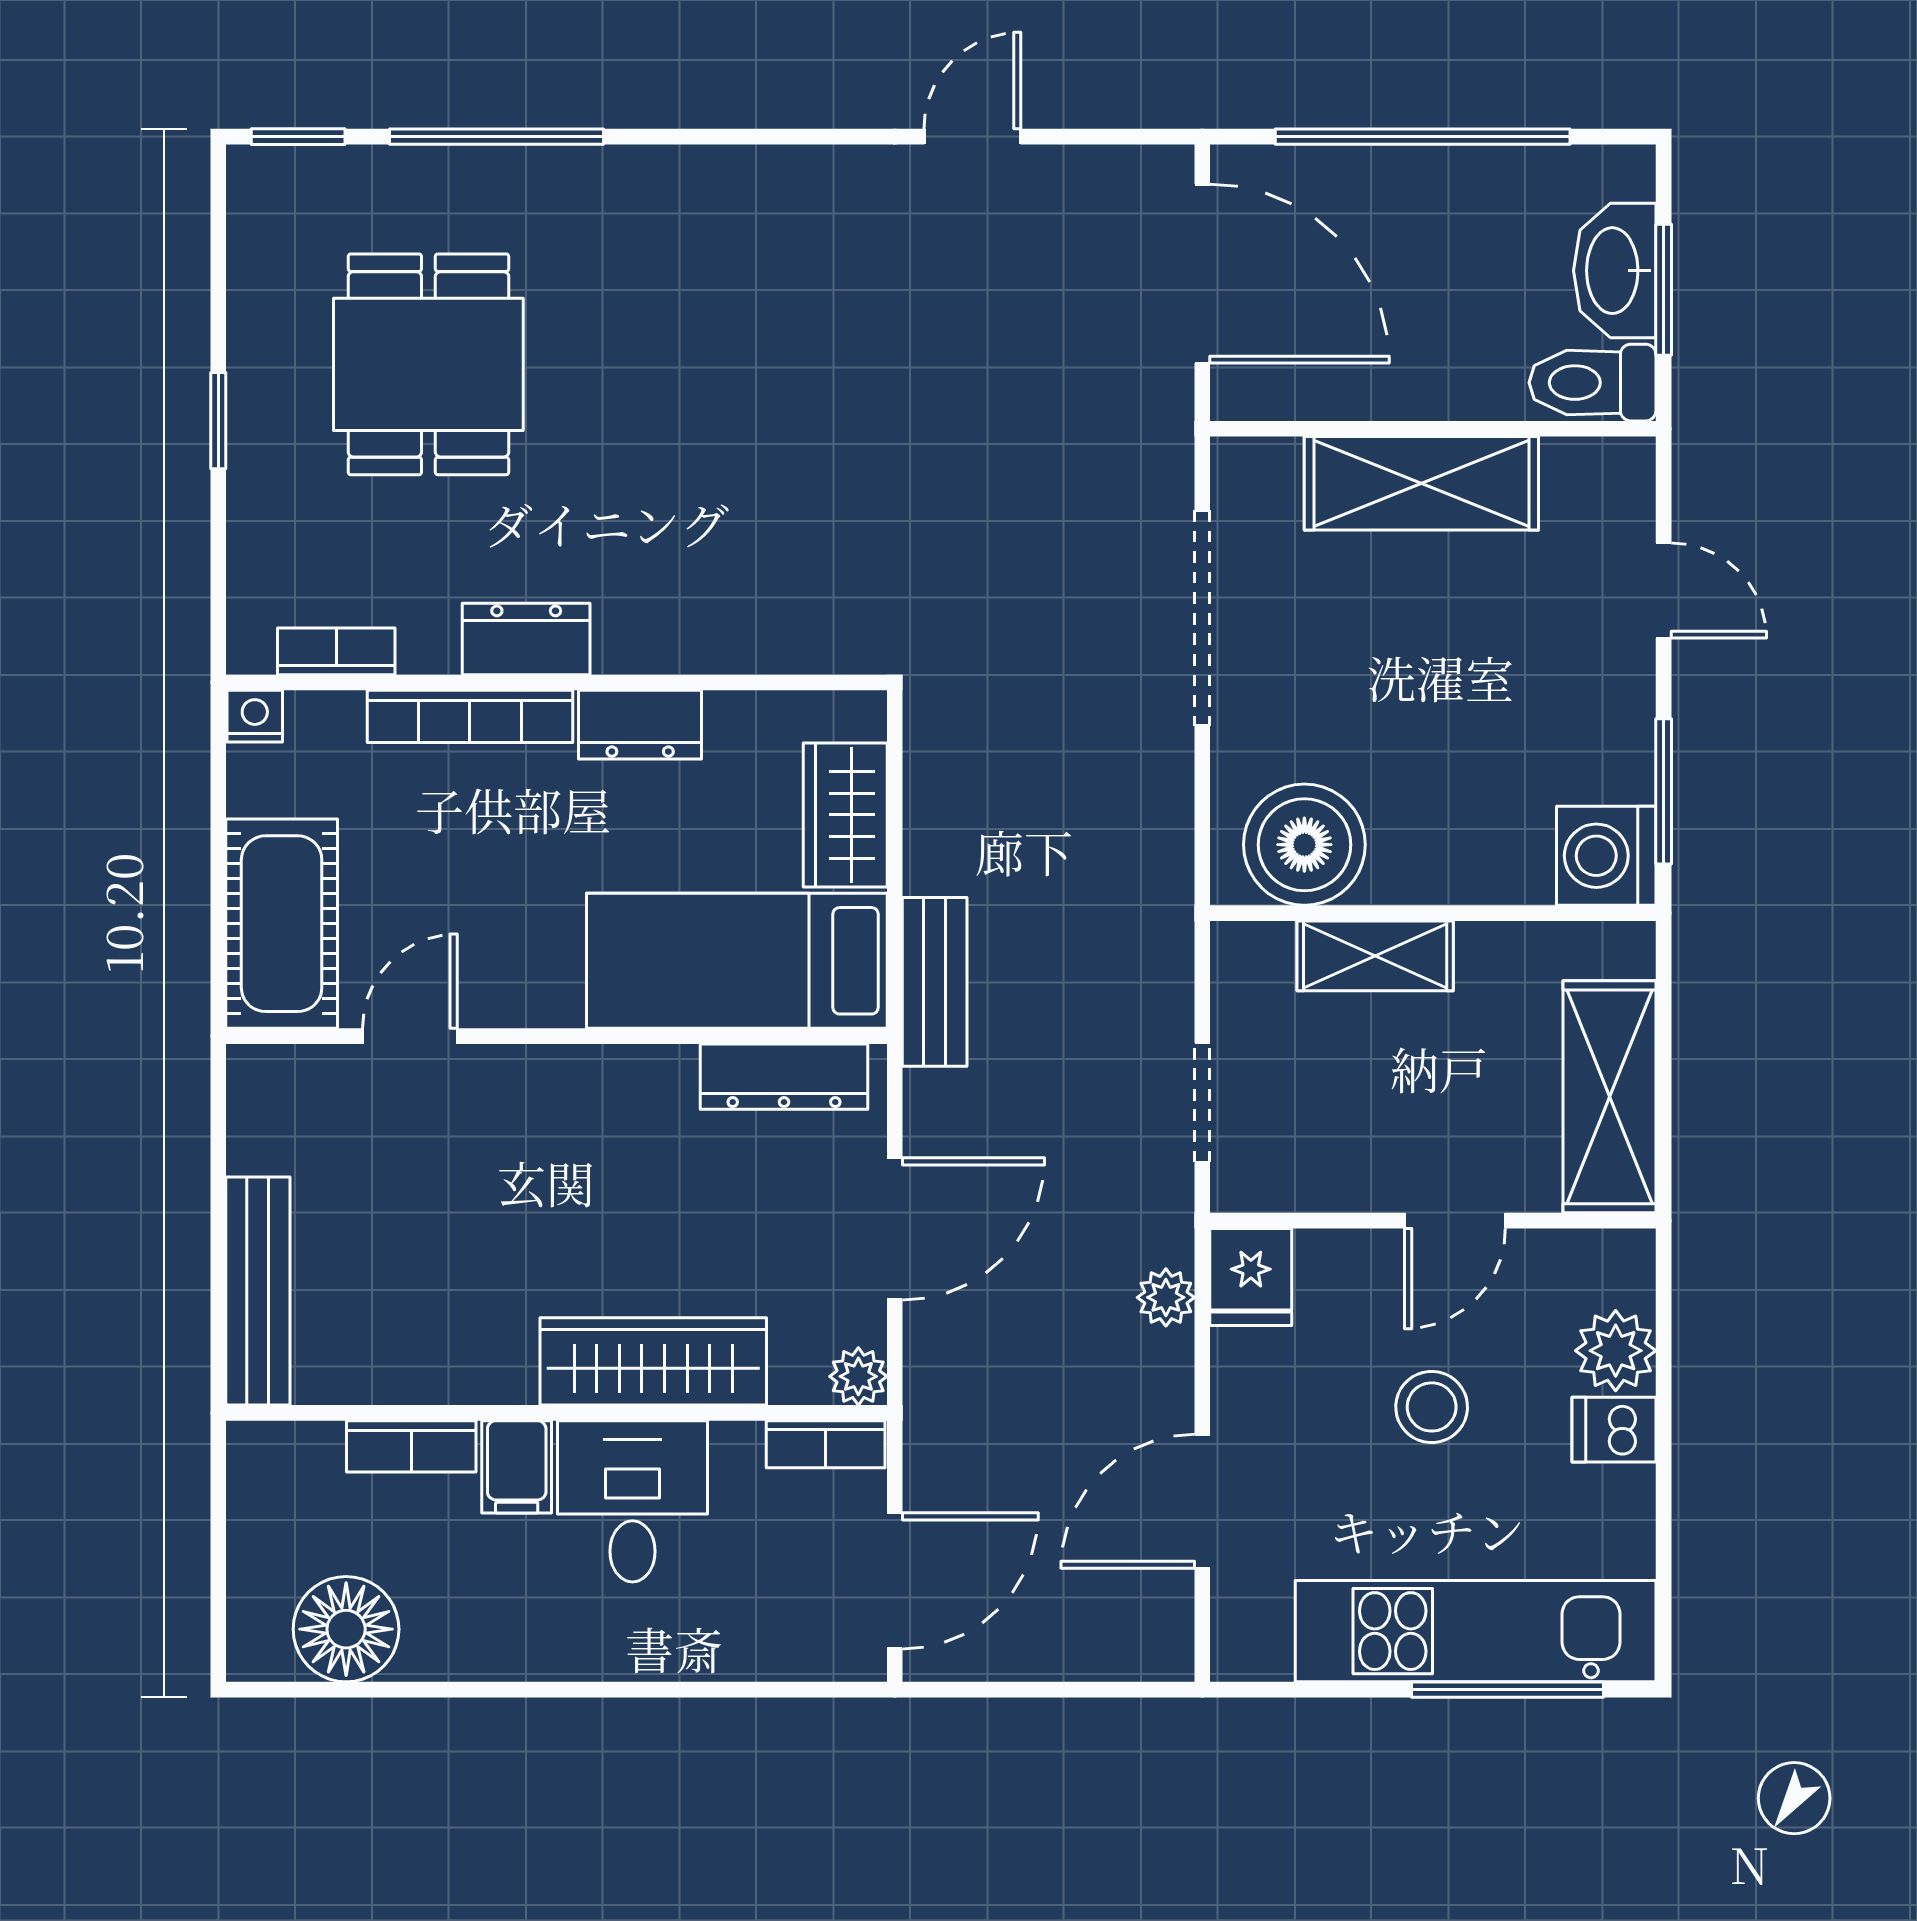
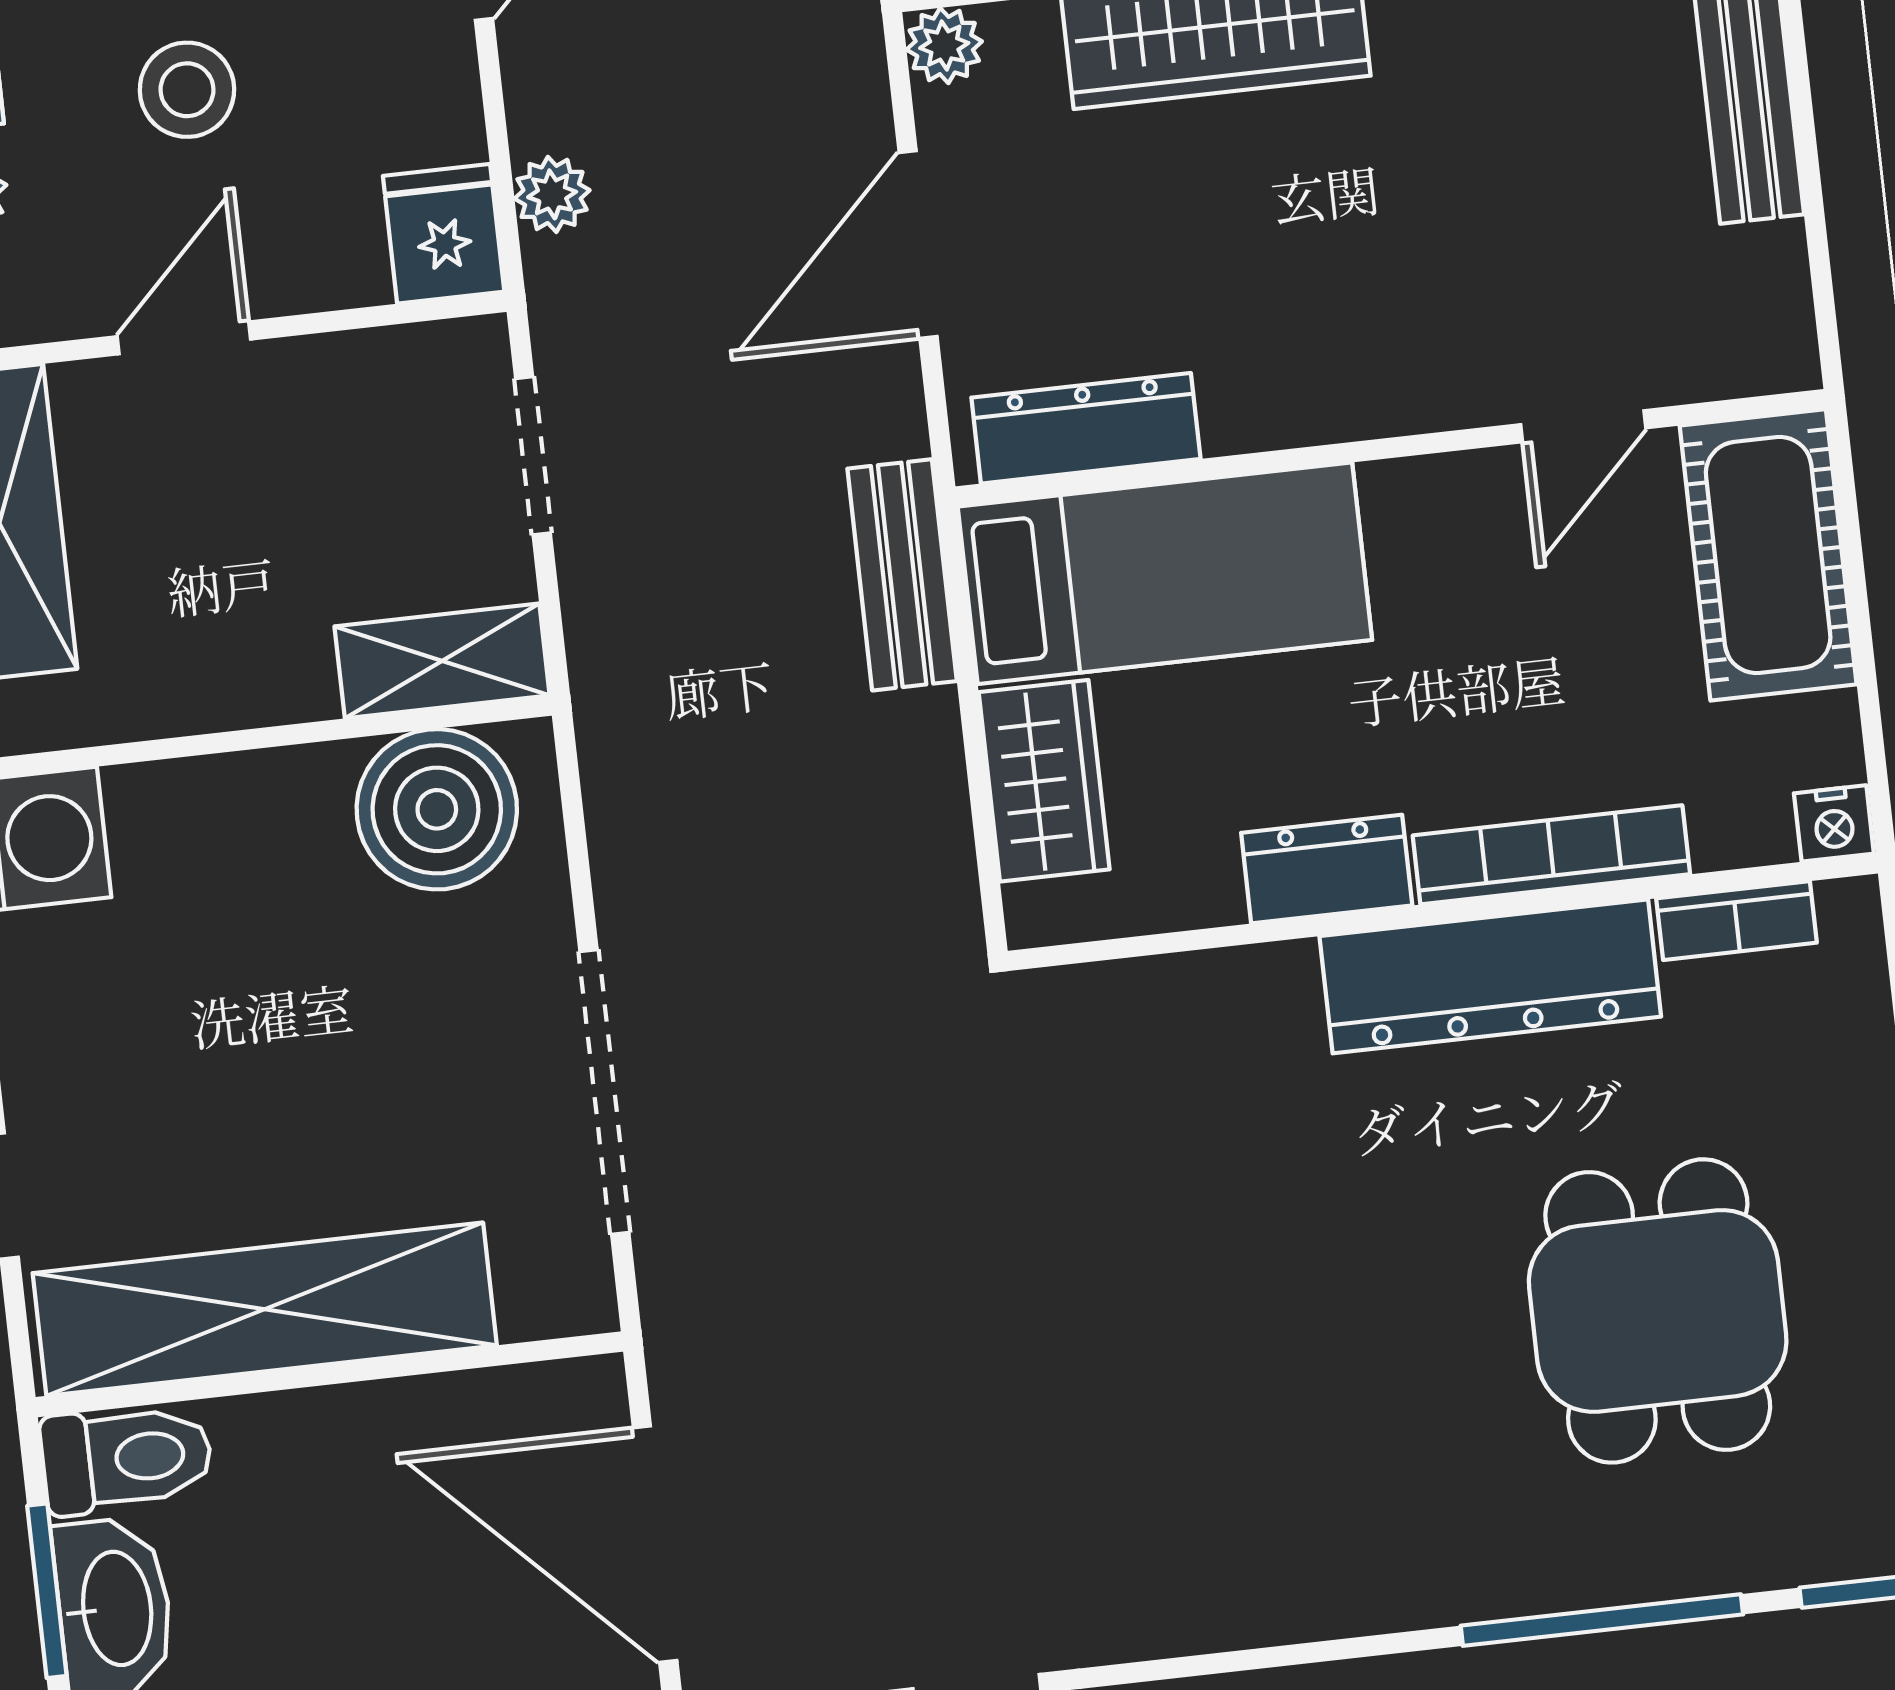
shelving: (1421, 483) -> (265, 1309), width x1.47
dresser: (526, 639) -> (1490, 976), width x1.96, depth x1.24
shelving: (1375, 956) -> (442, 661), moved

